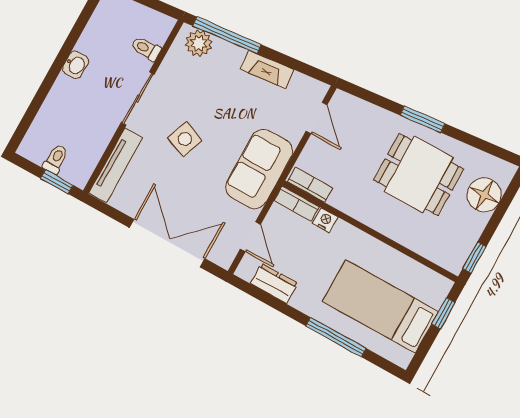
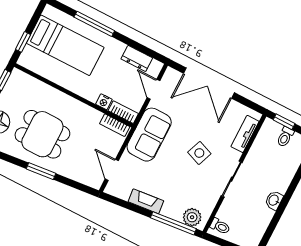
toilet: (146, 49) -> (220, 226), moved
tv unit: (116, 165) -> (245, 134), width x0.71

